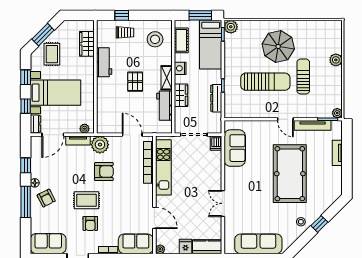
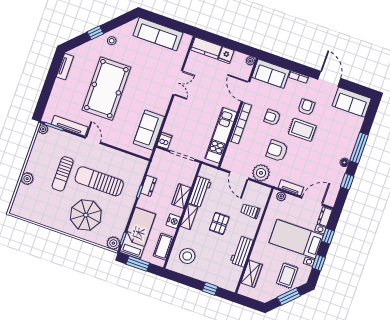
trolley: (125, 32) -> (250, 211), moved
parasol: (278, 46) -> (86, 215), moved
dresser: (216, 98) -> (148, 186), width x0.70
plant: (100, 145) -> (261, 173), moved
tv unit: (337, 153) -> (65, 67), moved
bookcase: (148, 162) -> (241, 123), moved
armchair: (46, 198) -> (272, 117), moved, turned -63

